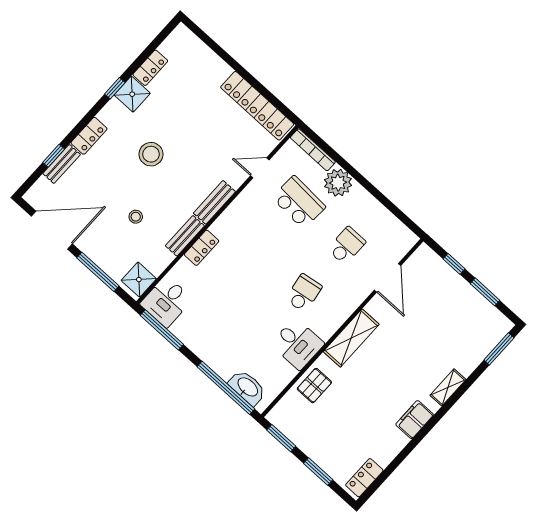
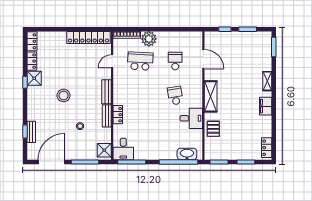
locker: (89, 136) -> (32, 41), moved

